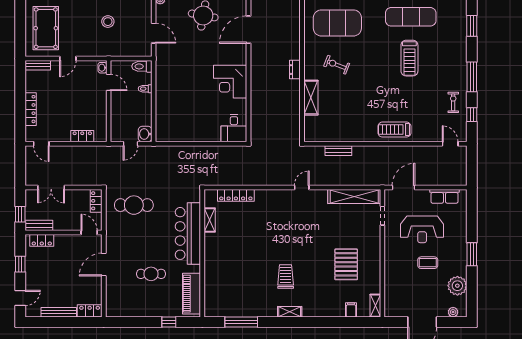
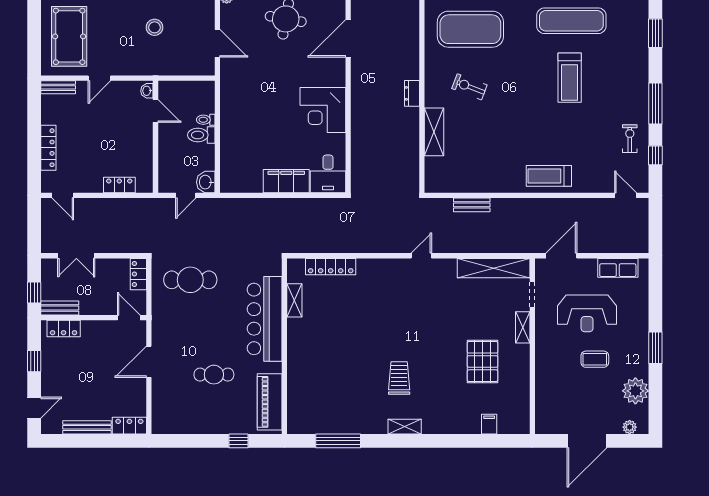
toilet: (142, 66) -> (201, 135), moved
filing cabinet: (204, 133) -> (286, 181), added
shelving: (375, 306) -> (523, 327), moved

